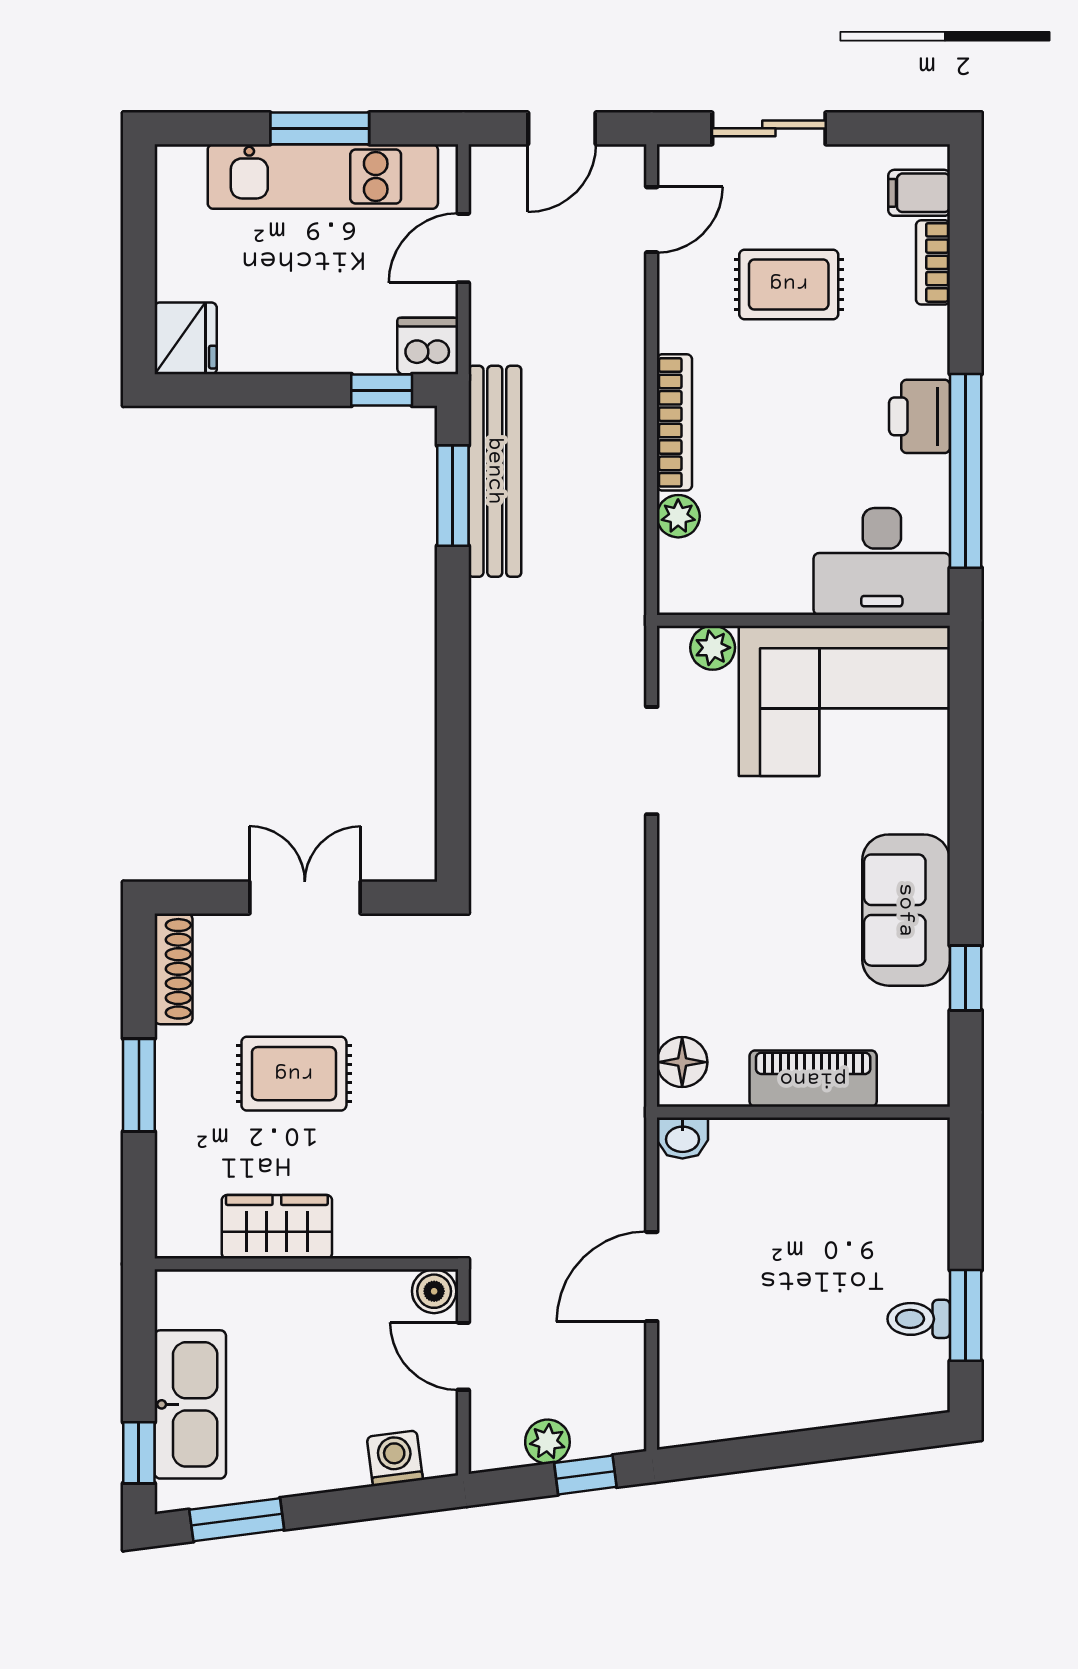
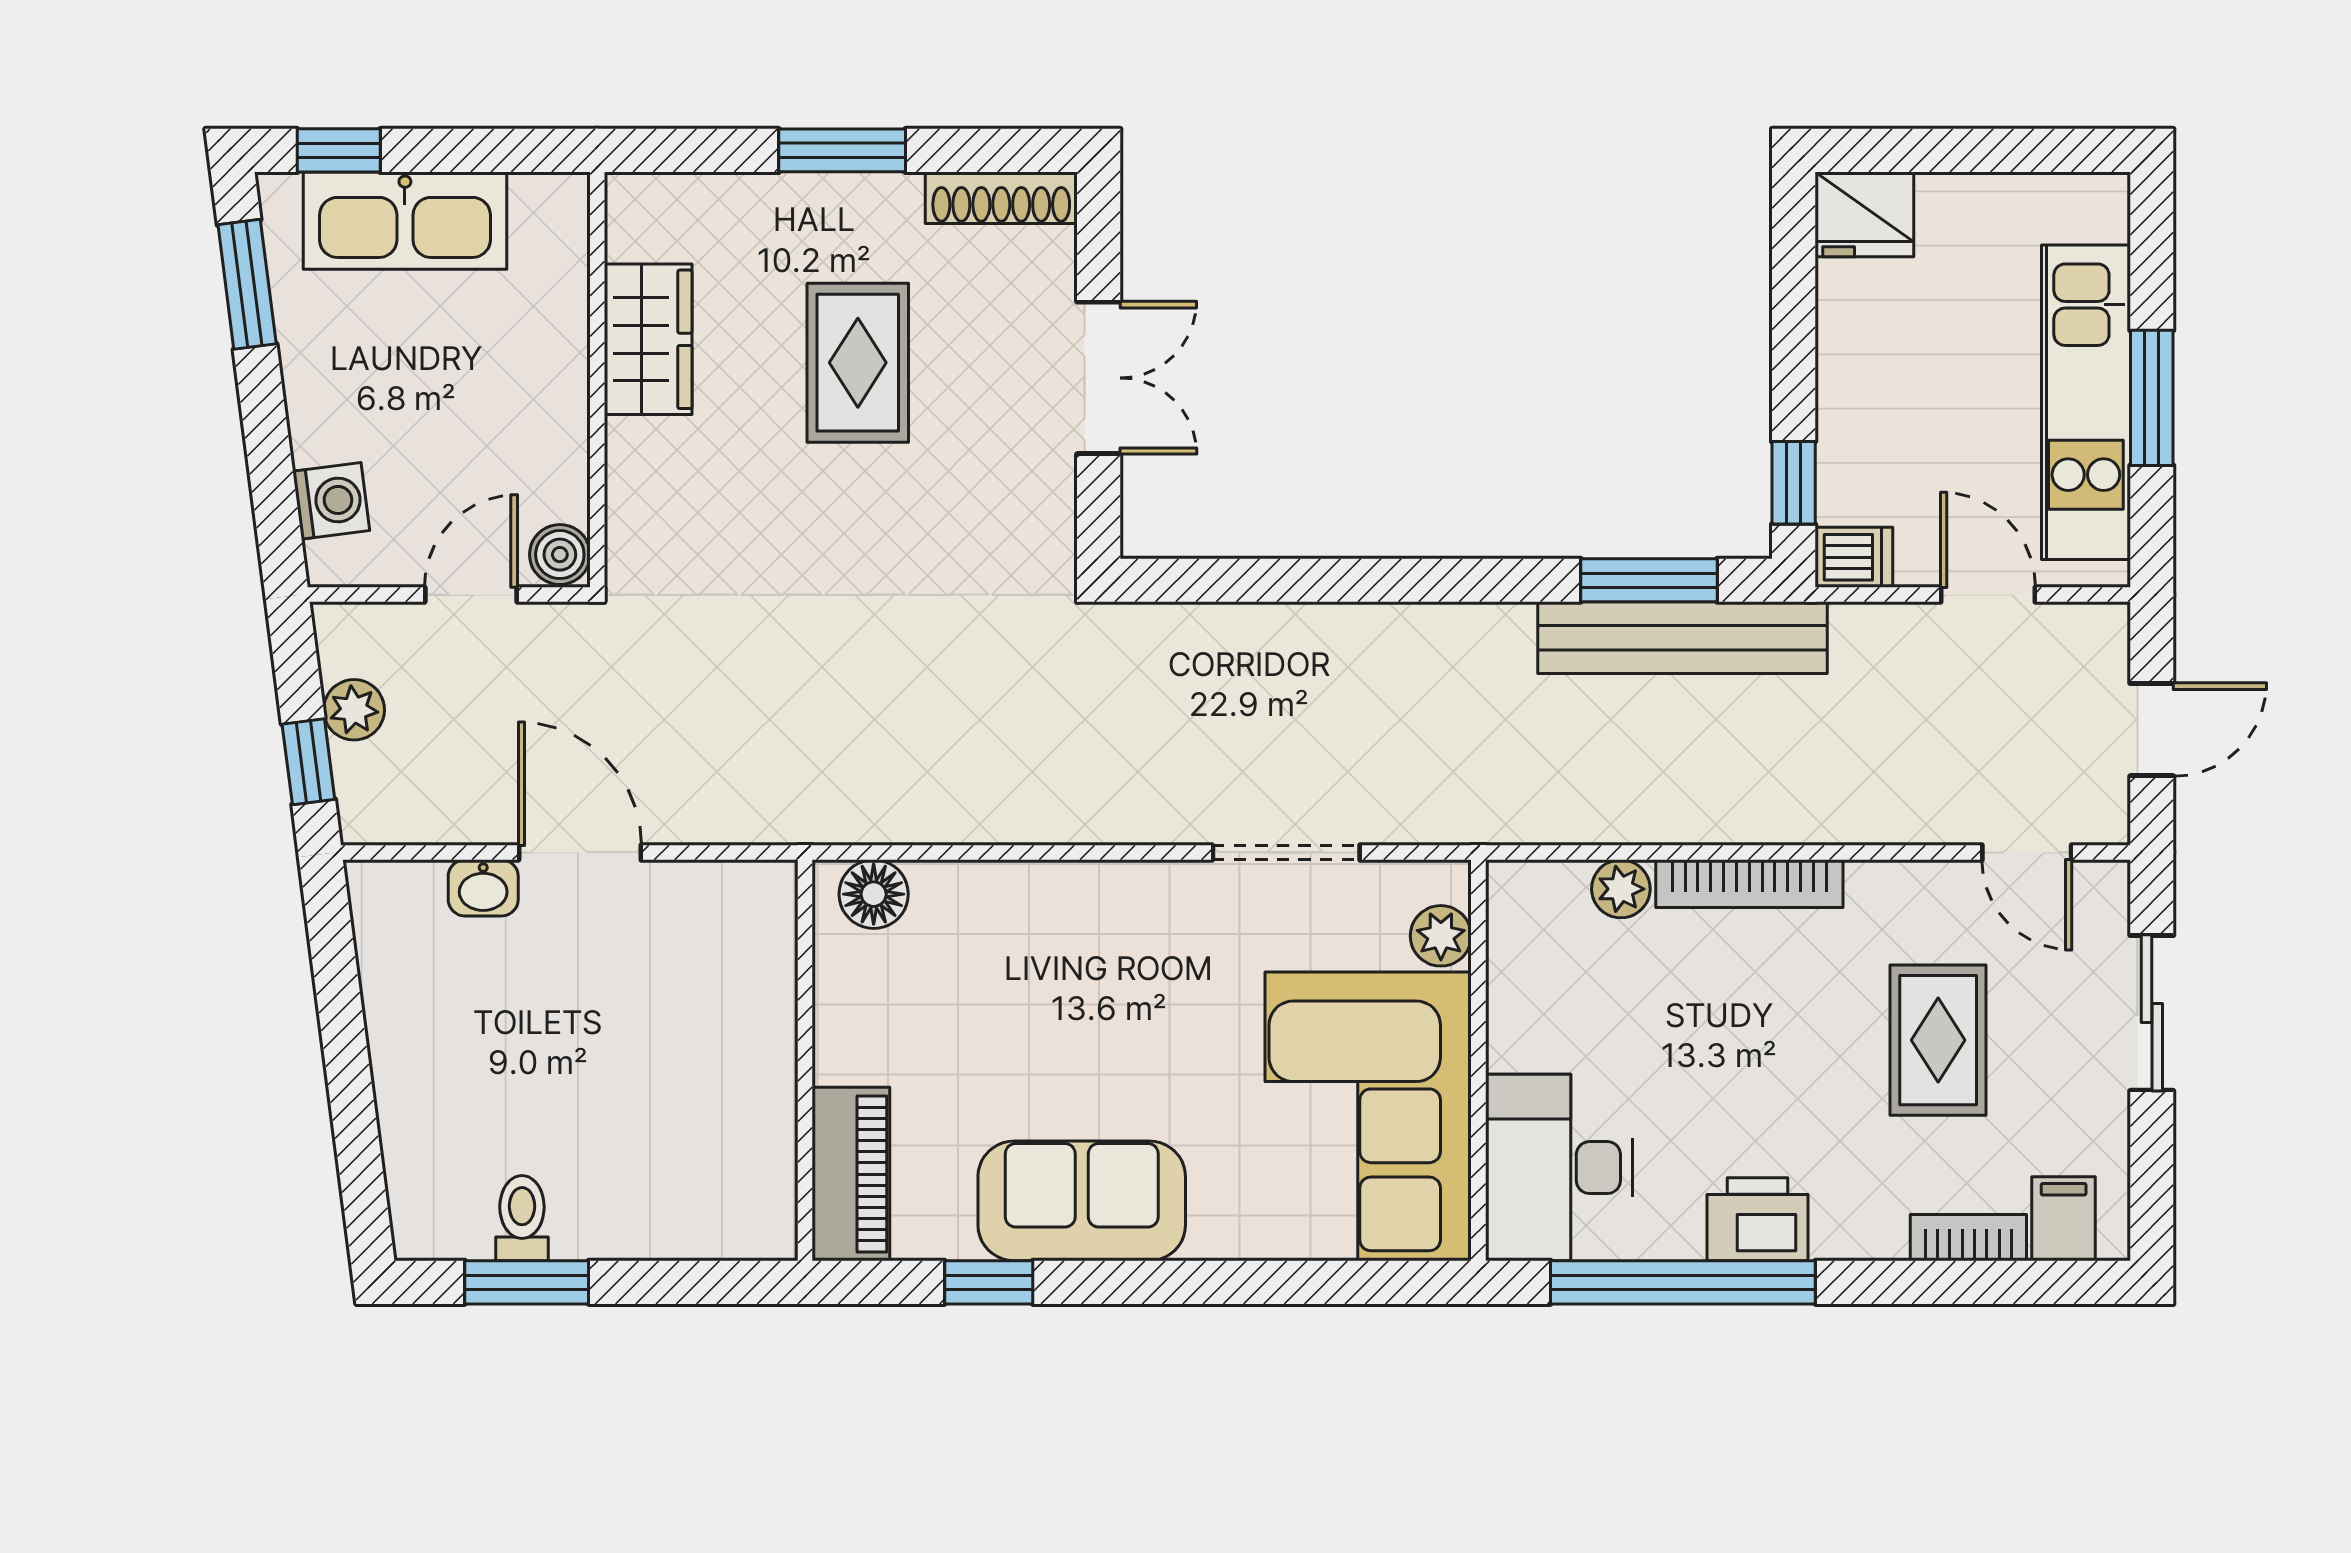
door: (562, 128) -> (2152, 730), swing flipped
dishwasher: (428, 346) -> (1854, 557), width x0.73
piano: (813, 1079) -> (851, 1174), moved
washbasin: (682, 1138) -> (483, 888), moved, turned -90

